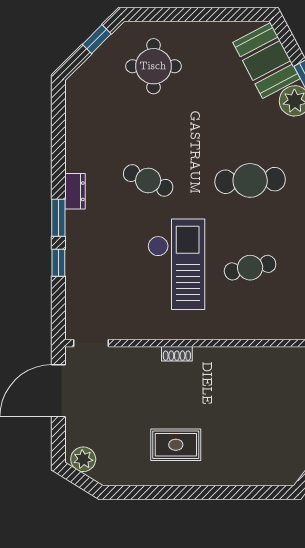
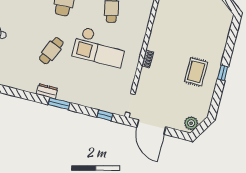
window: (58, 263) -> (105, 115), moved
checkout: (176, 264) -> (100, 47), turned 180
window: (186, 493) -> (223, 73), added

